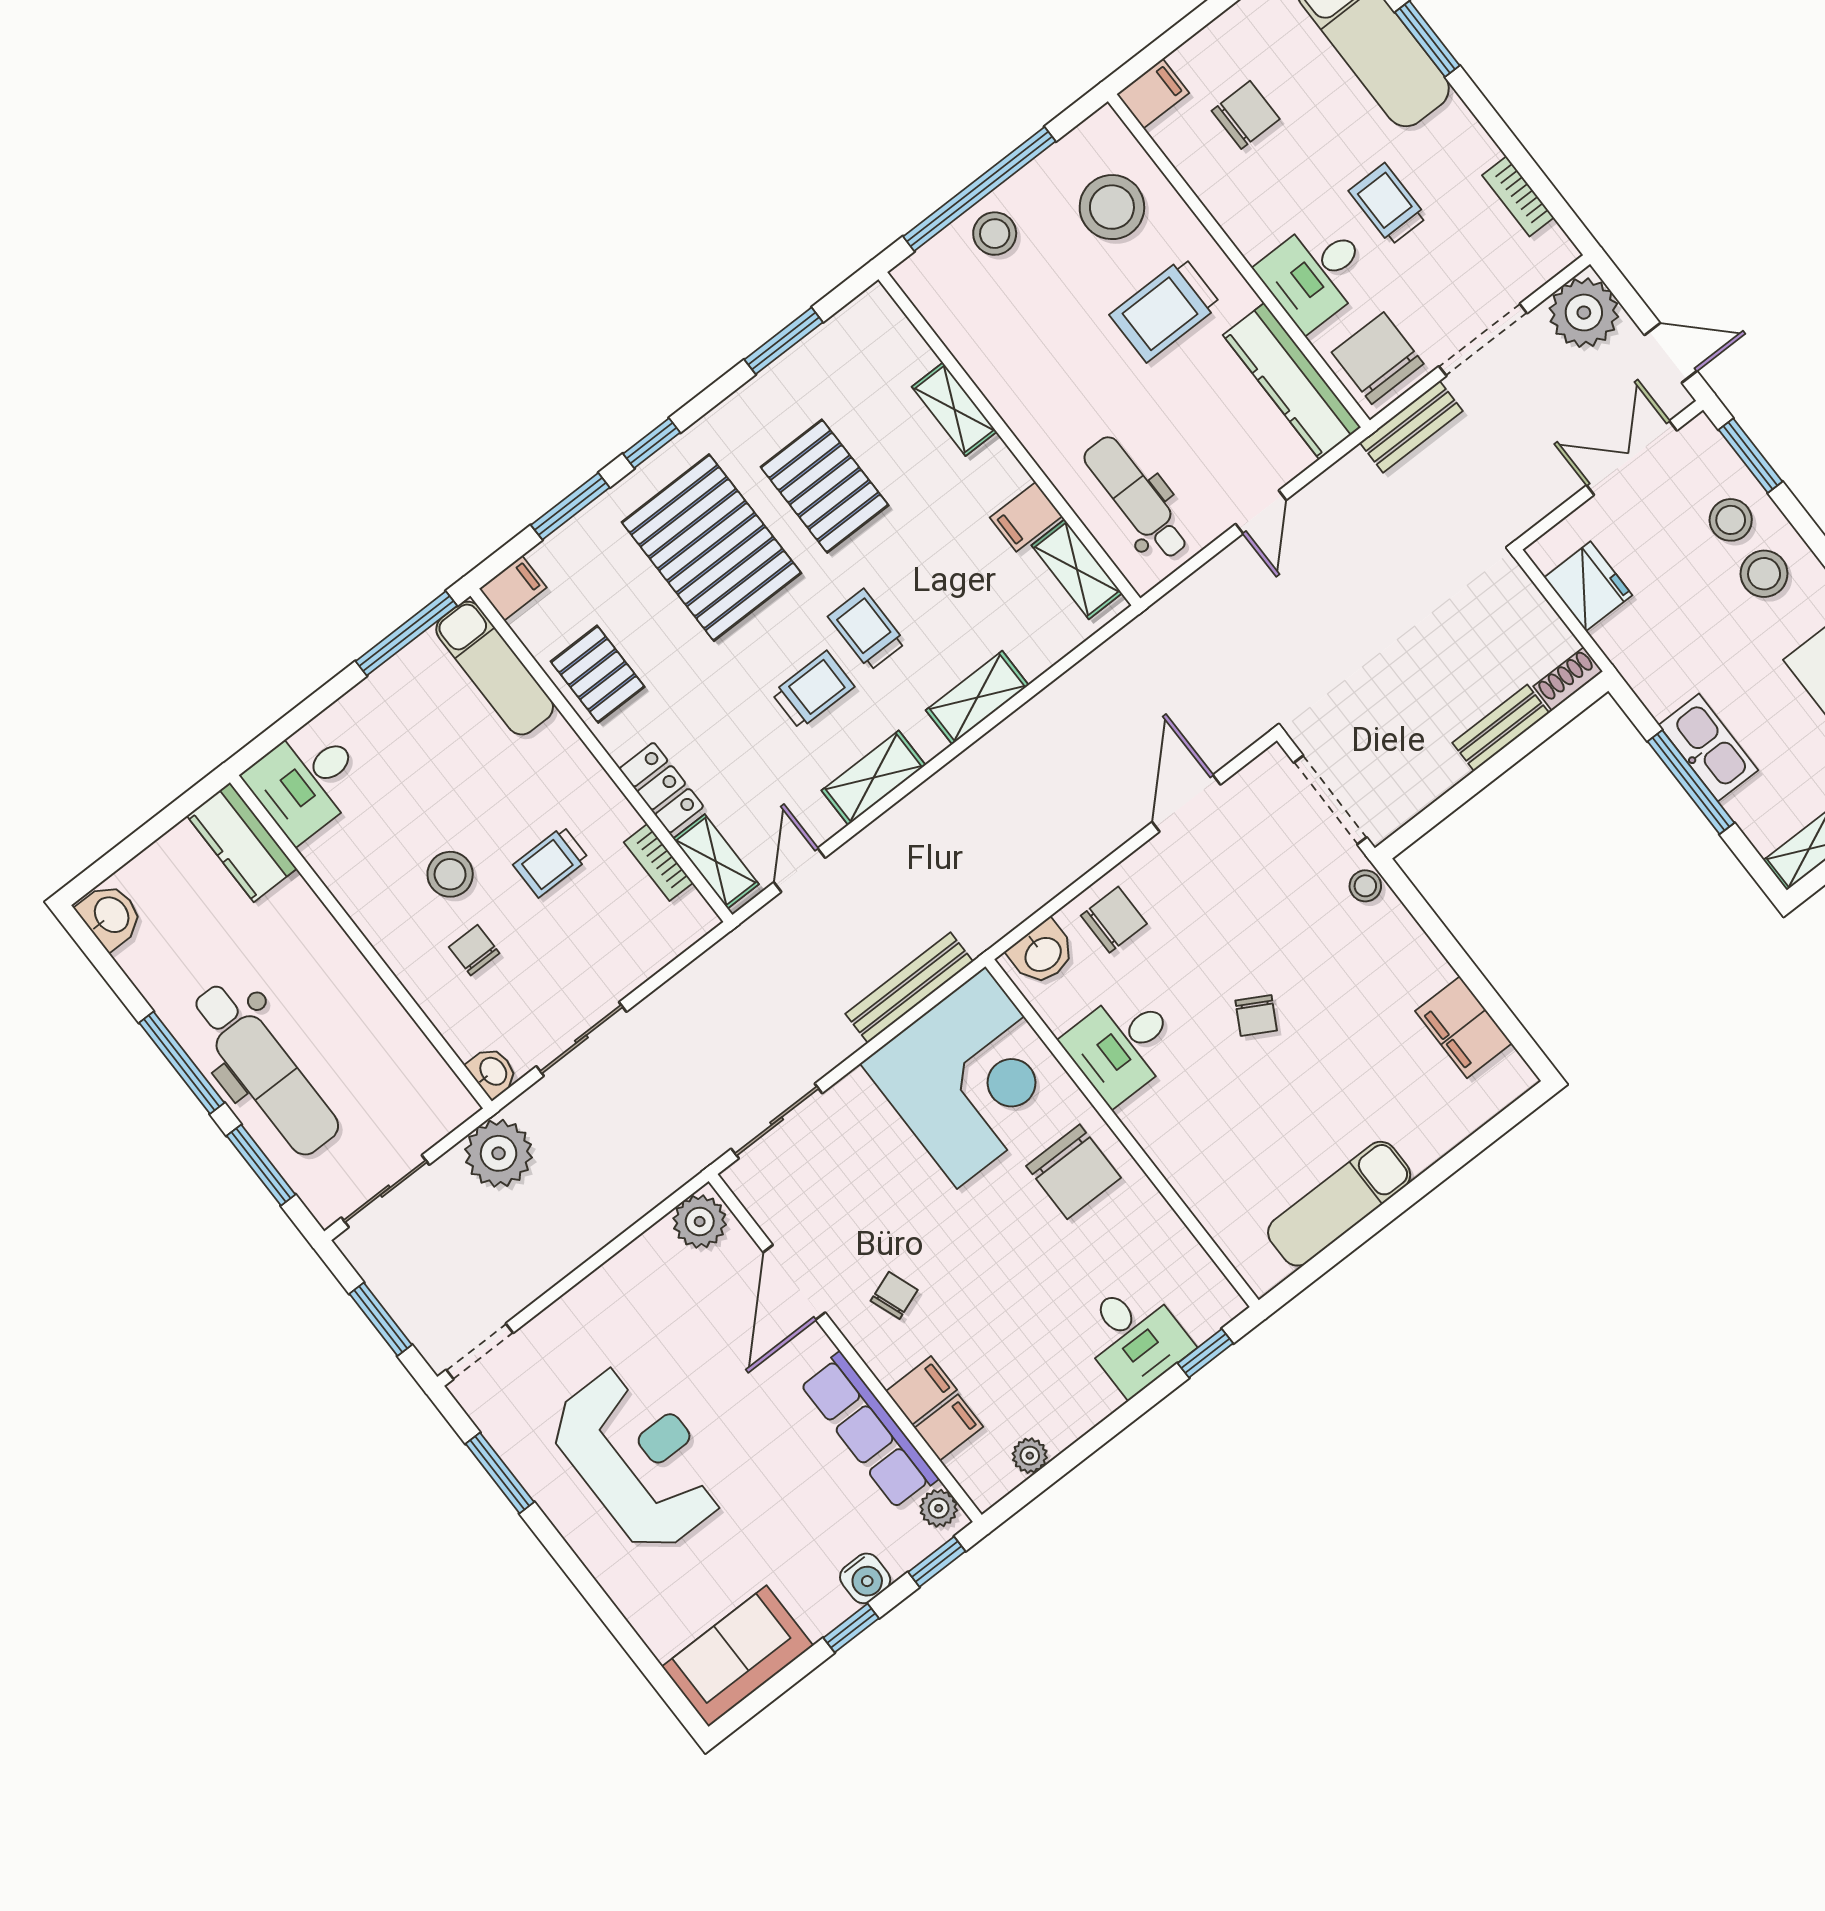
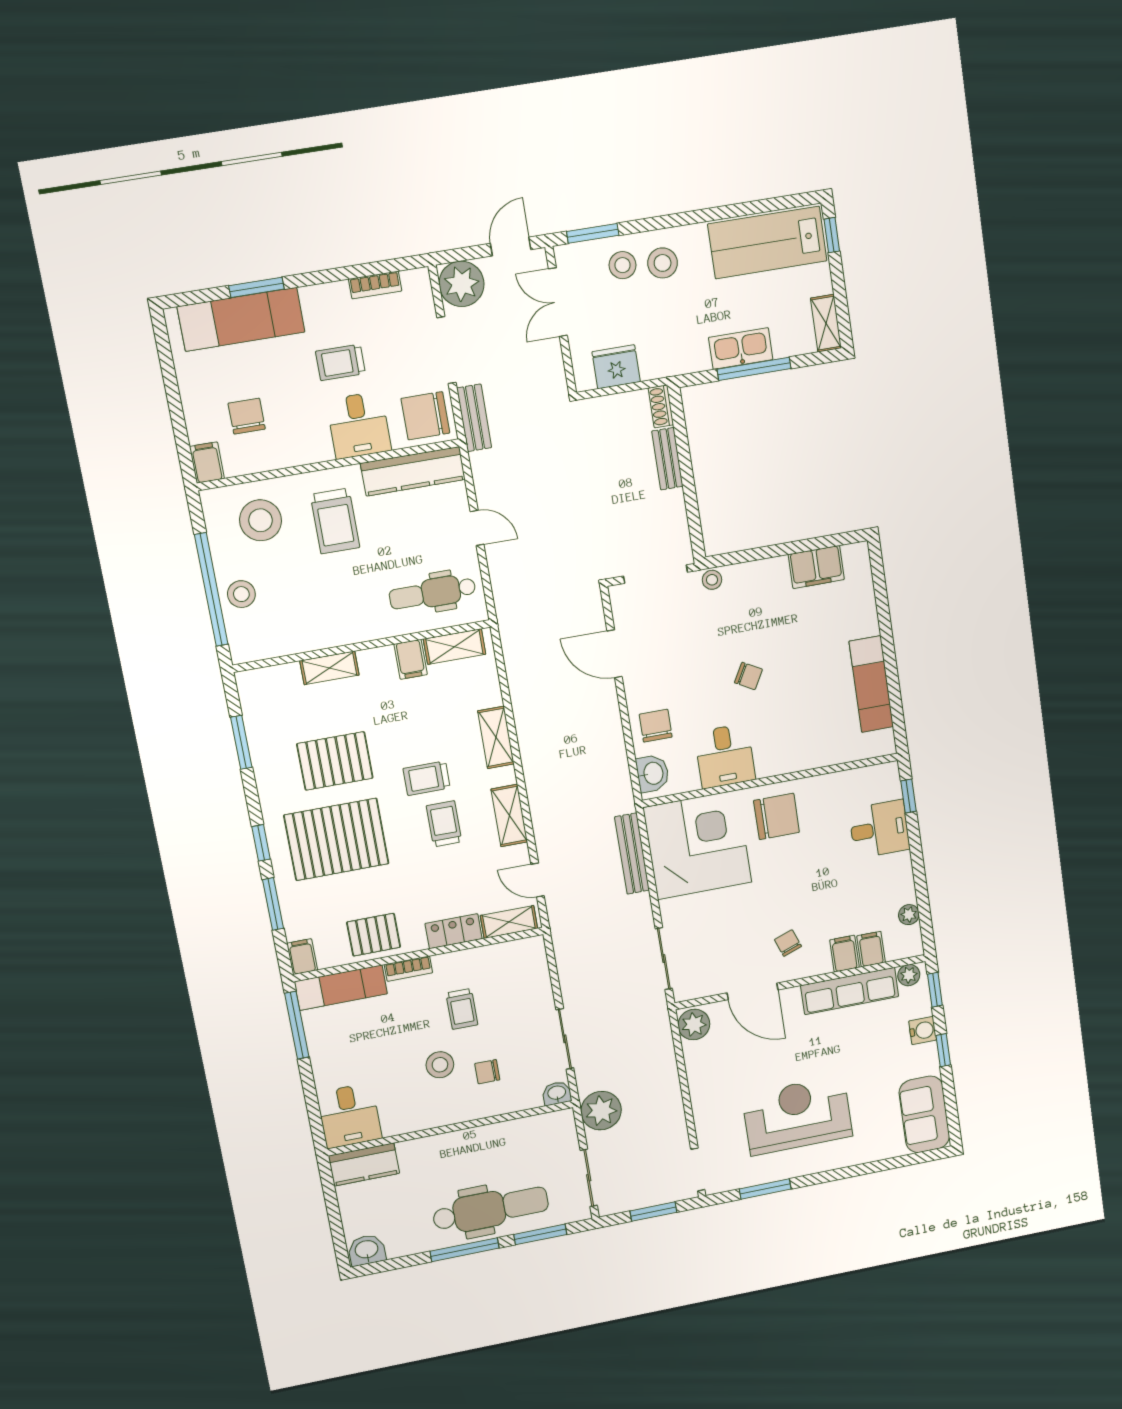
bookcase: (658, 862) -> (408, 969), moved

